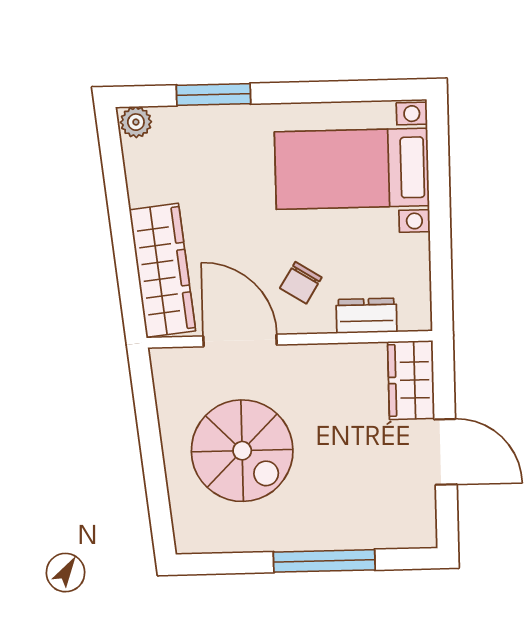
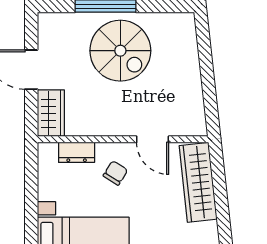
door: (240, 340) -> (153, 139), width x0.73
spiral stairs: (242, 451) -> (120, 51), moved, turned 180

